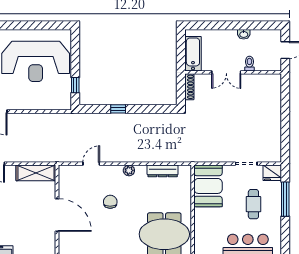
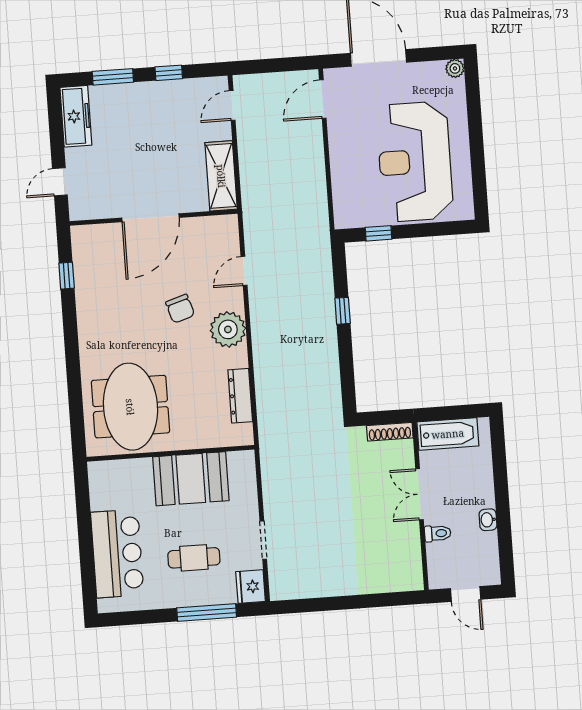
door: (91, 164) -> (244, 271), swing flipped
plant: (129, 170) -> (228, 329), width x1.87, depth x1.87
booth: (208, 186) -> (191, 479), moved
chair: (110, 202) -> (180, 309), turned 73

